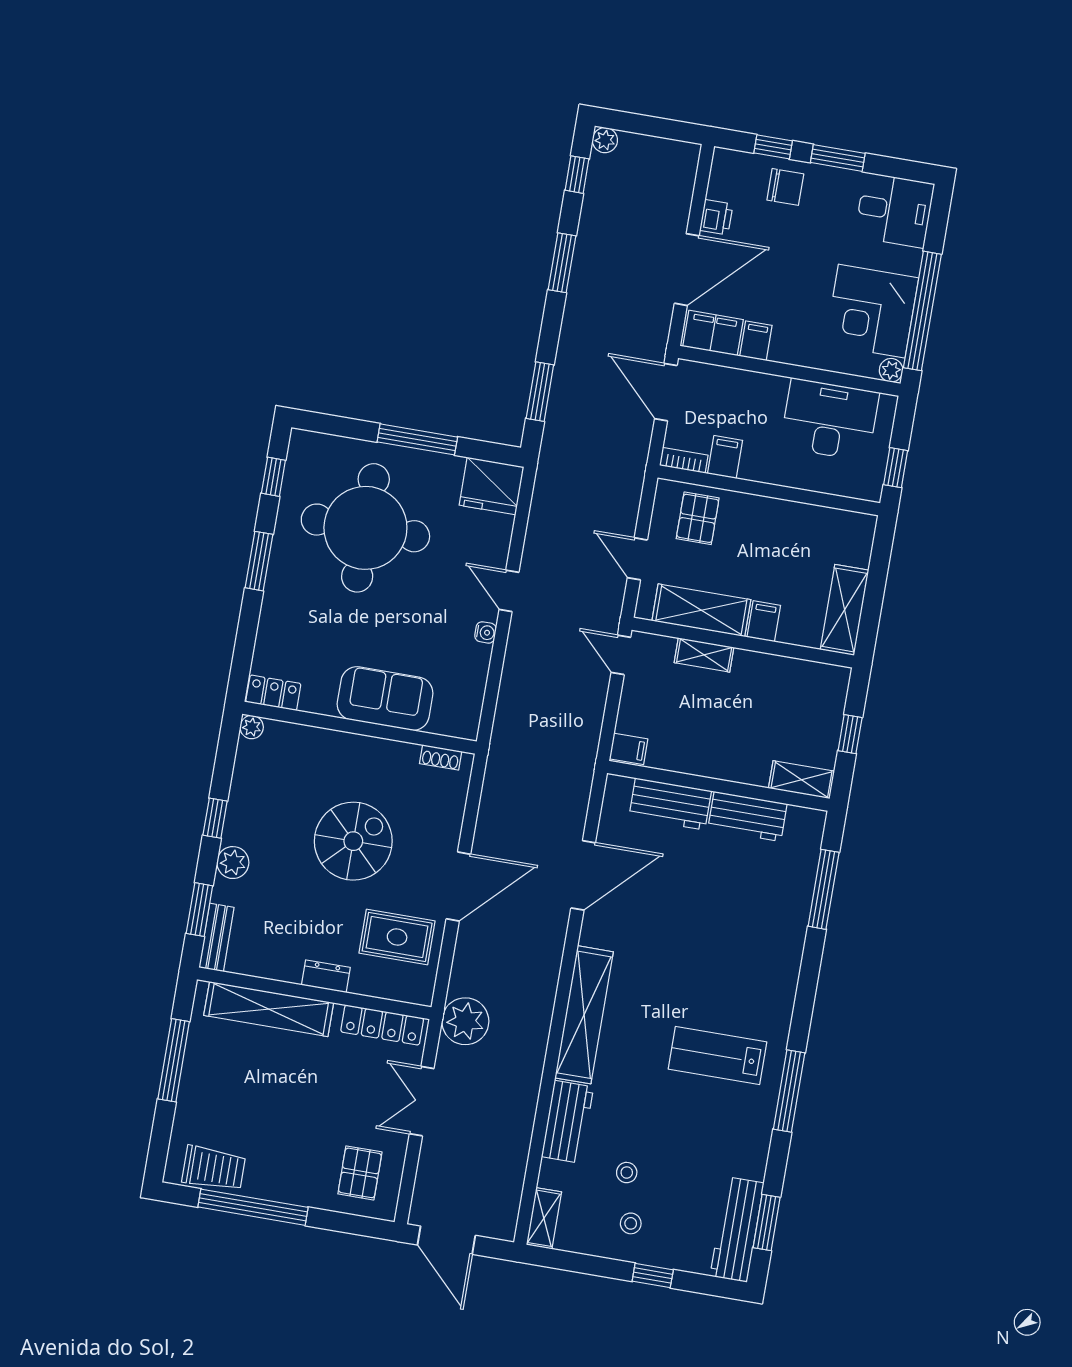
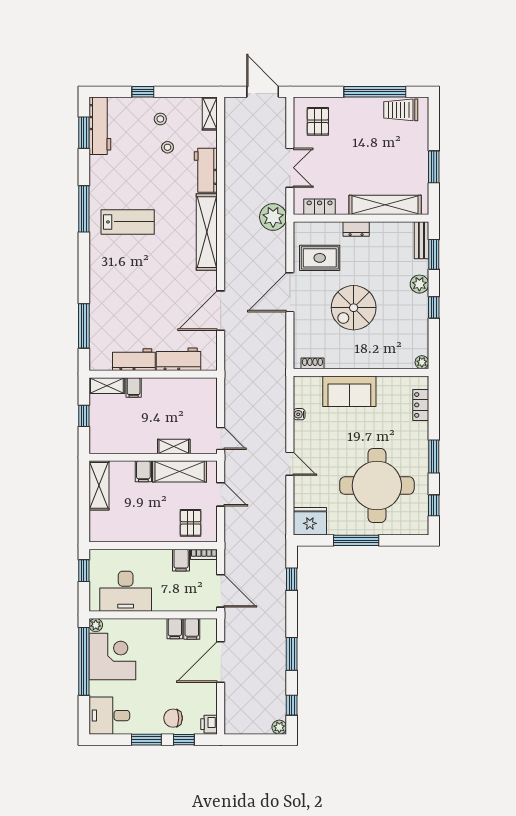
printer: (716, 217) -> (209, 724), moved
filing cabinet: (713, 333) -> (192, 629), width x0.50
window: (540, 392) -> (292, 579), width x0.67
water cooler: (485, 632) -> (299, 414), moved
locker: (273, 693) -> (421, 405), moved, turned 90
filing cabinet: (629, 749) -> (134, 388), moved, turned -90
locker: (382, 1025) -> (320, 207), width x0.66
window: (174, 1060) -> (434, 167), width x0.69

